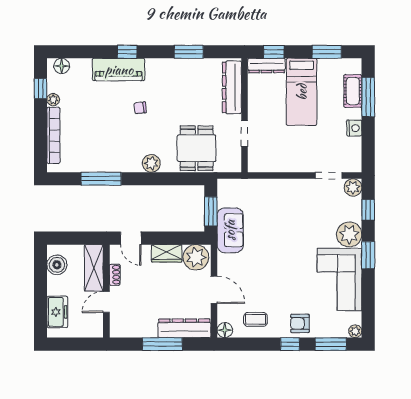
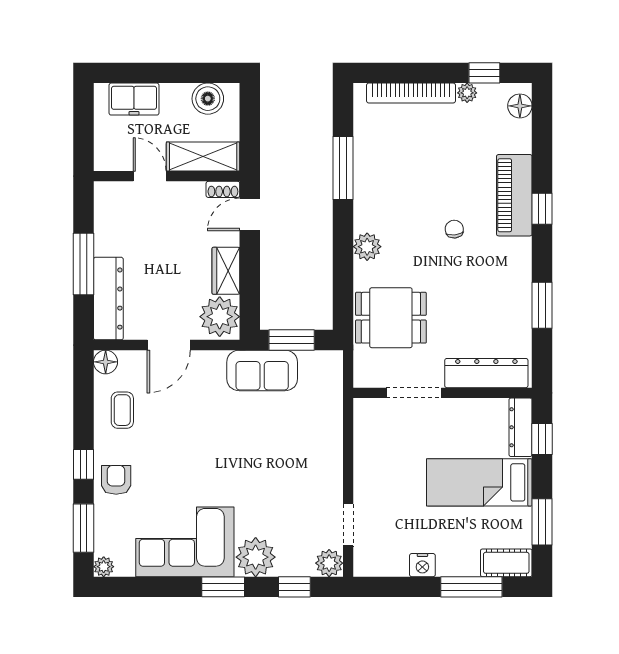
cot: (353, 91) -> (506, 563), moved
doorway: (244, 134) -> (414, 393), width x1.38
shoe rack: (115, 275) -> (223, 189), moved

